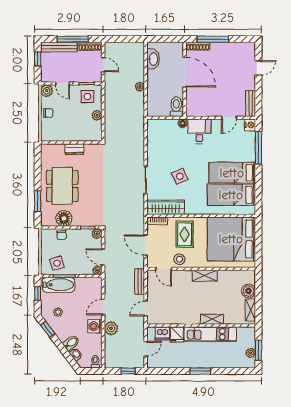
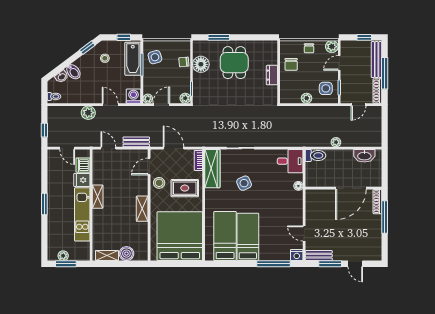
window: (258, 92) -> (330, 264), added
toilet: (176, 107) -> (315, 156), moved
chair: (64, 130) -> (291, 64), added
desk: (199, 131) -> (290, 161), moved
dining table: (62, 186) -> (234, 63), width x0.73
door: (146, 245) -> (174, 148), hinge flipped
shelving: (212, 319) -> (98, 197), moved
washing machine: (95, 326) -> (133, 96), moved

